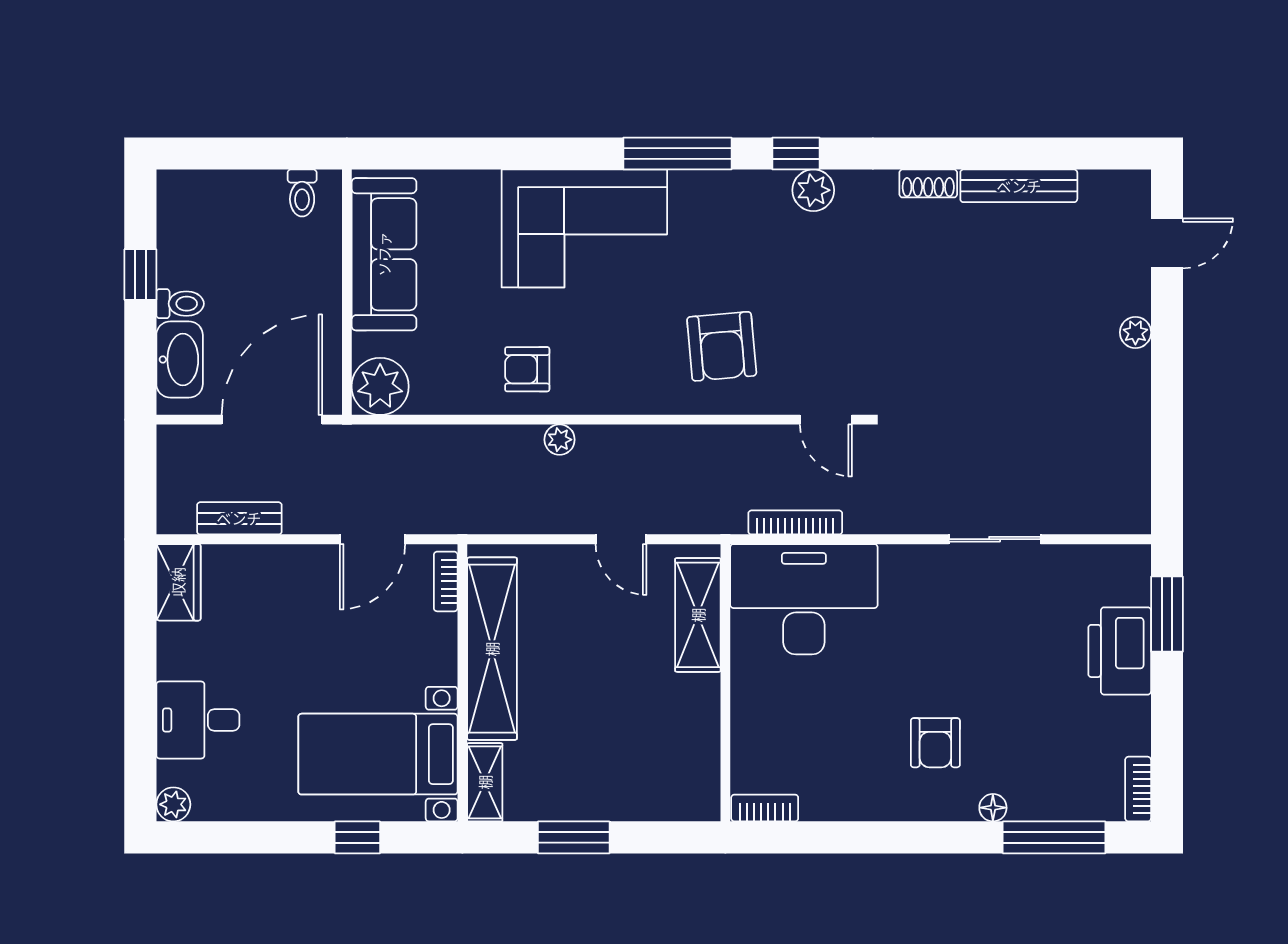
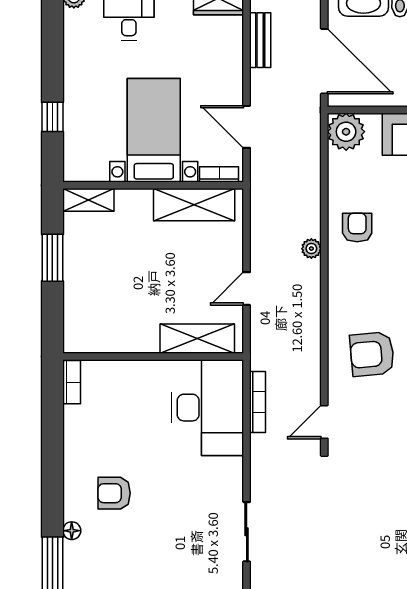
shelving: (492, 649) -> (194, 205), width x0.68
bed with nightstands: (378, 754) -> (154, 130), moved

